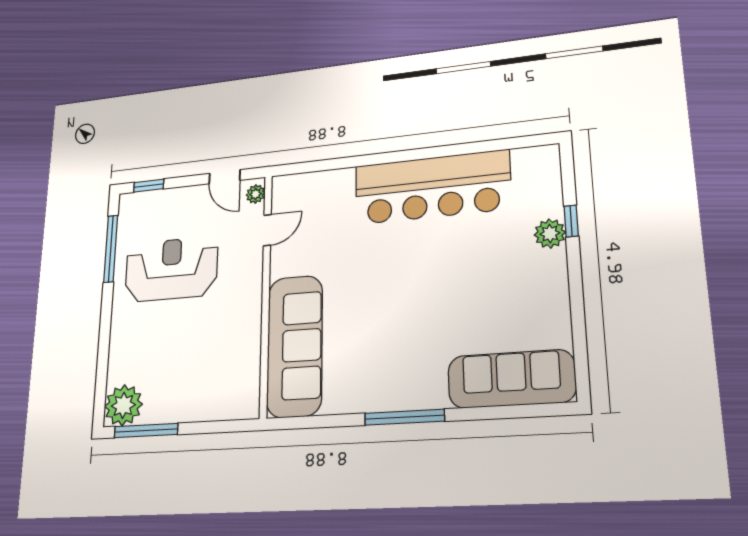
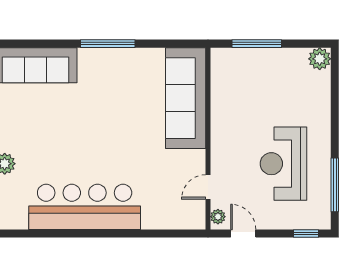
reception desk: (171, 269) -> (283, 164), turned 90
plant: (123, 405) -> (320, 59), width x0.73, depth x0.73
window: (146, 431) -> (257, 44), moved

